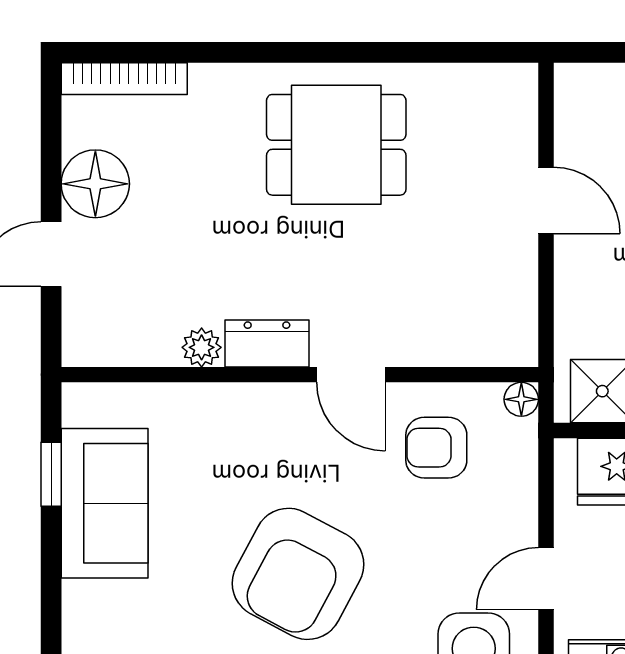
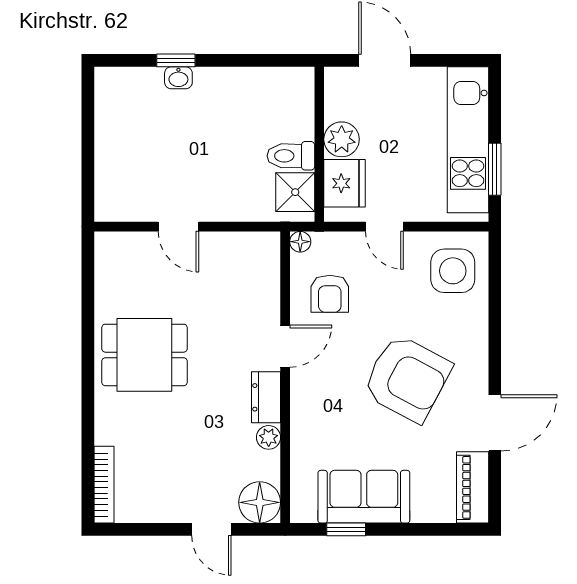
dining table: (336, 145) -> (144, 355), turned 90
floor lamp: (95, 184) -> (260, 502), moved
door: (546, 200) -> (178, 227), swing flipped
door: (546, 579) -> (384, 227), moved

